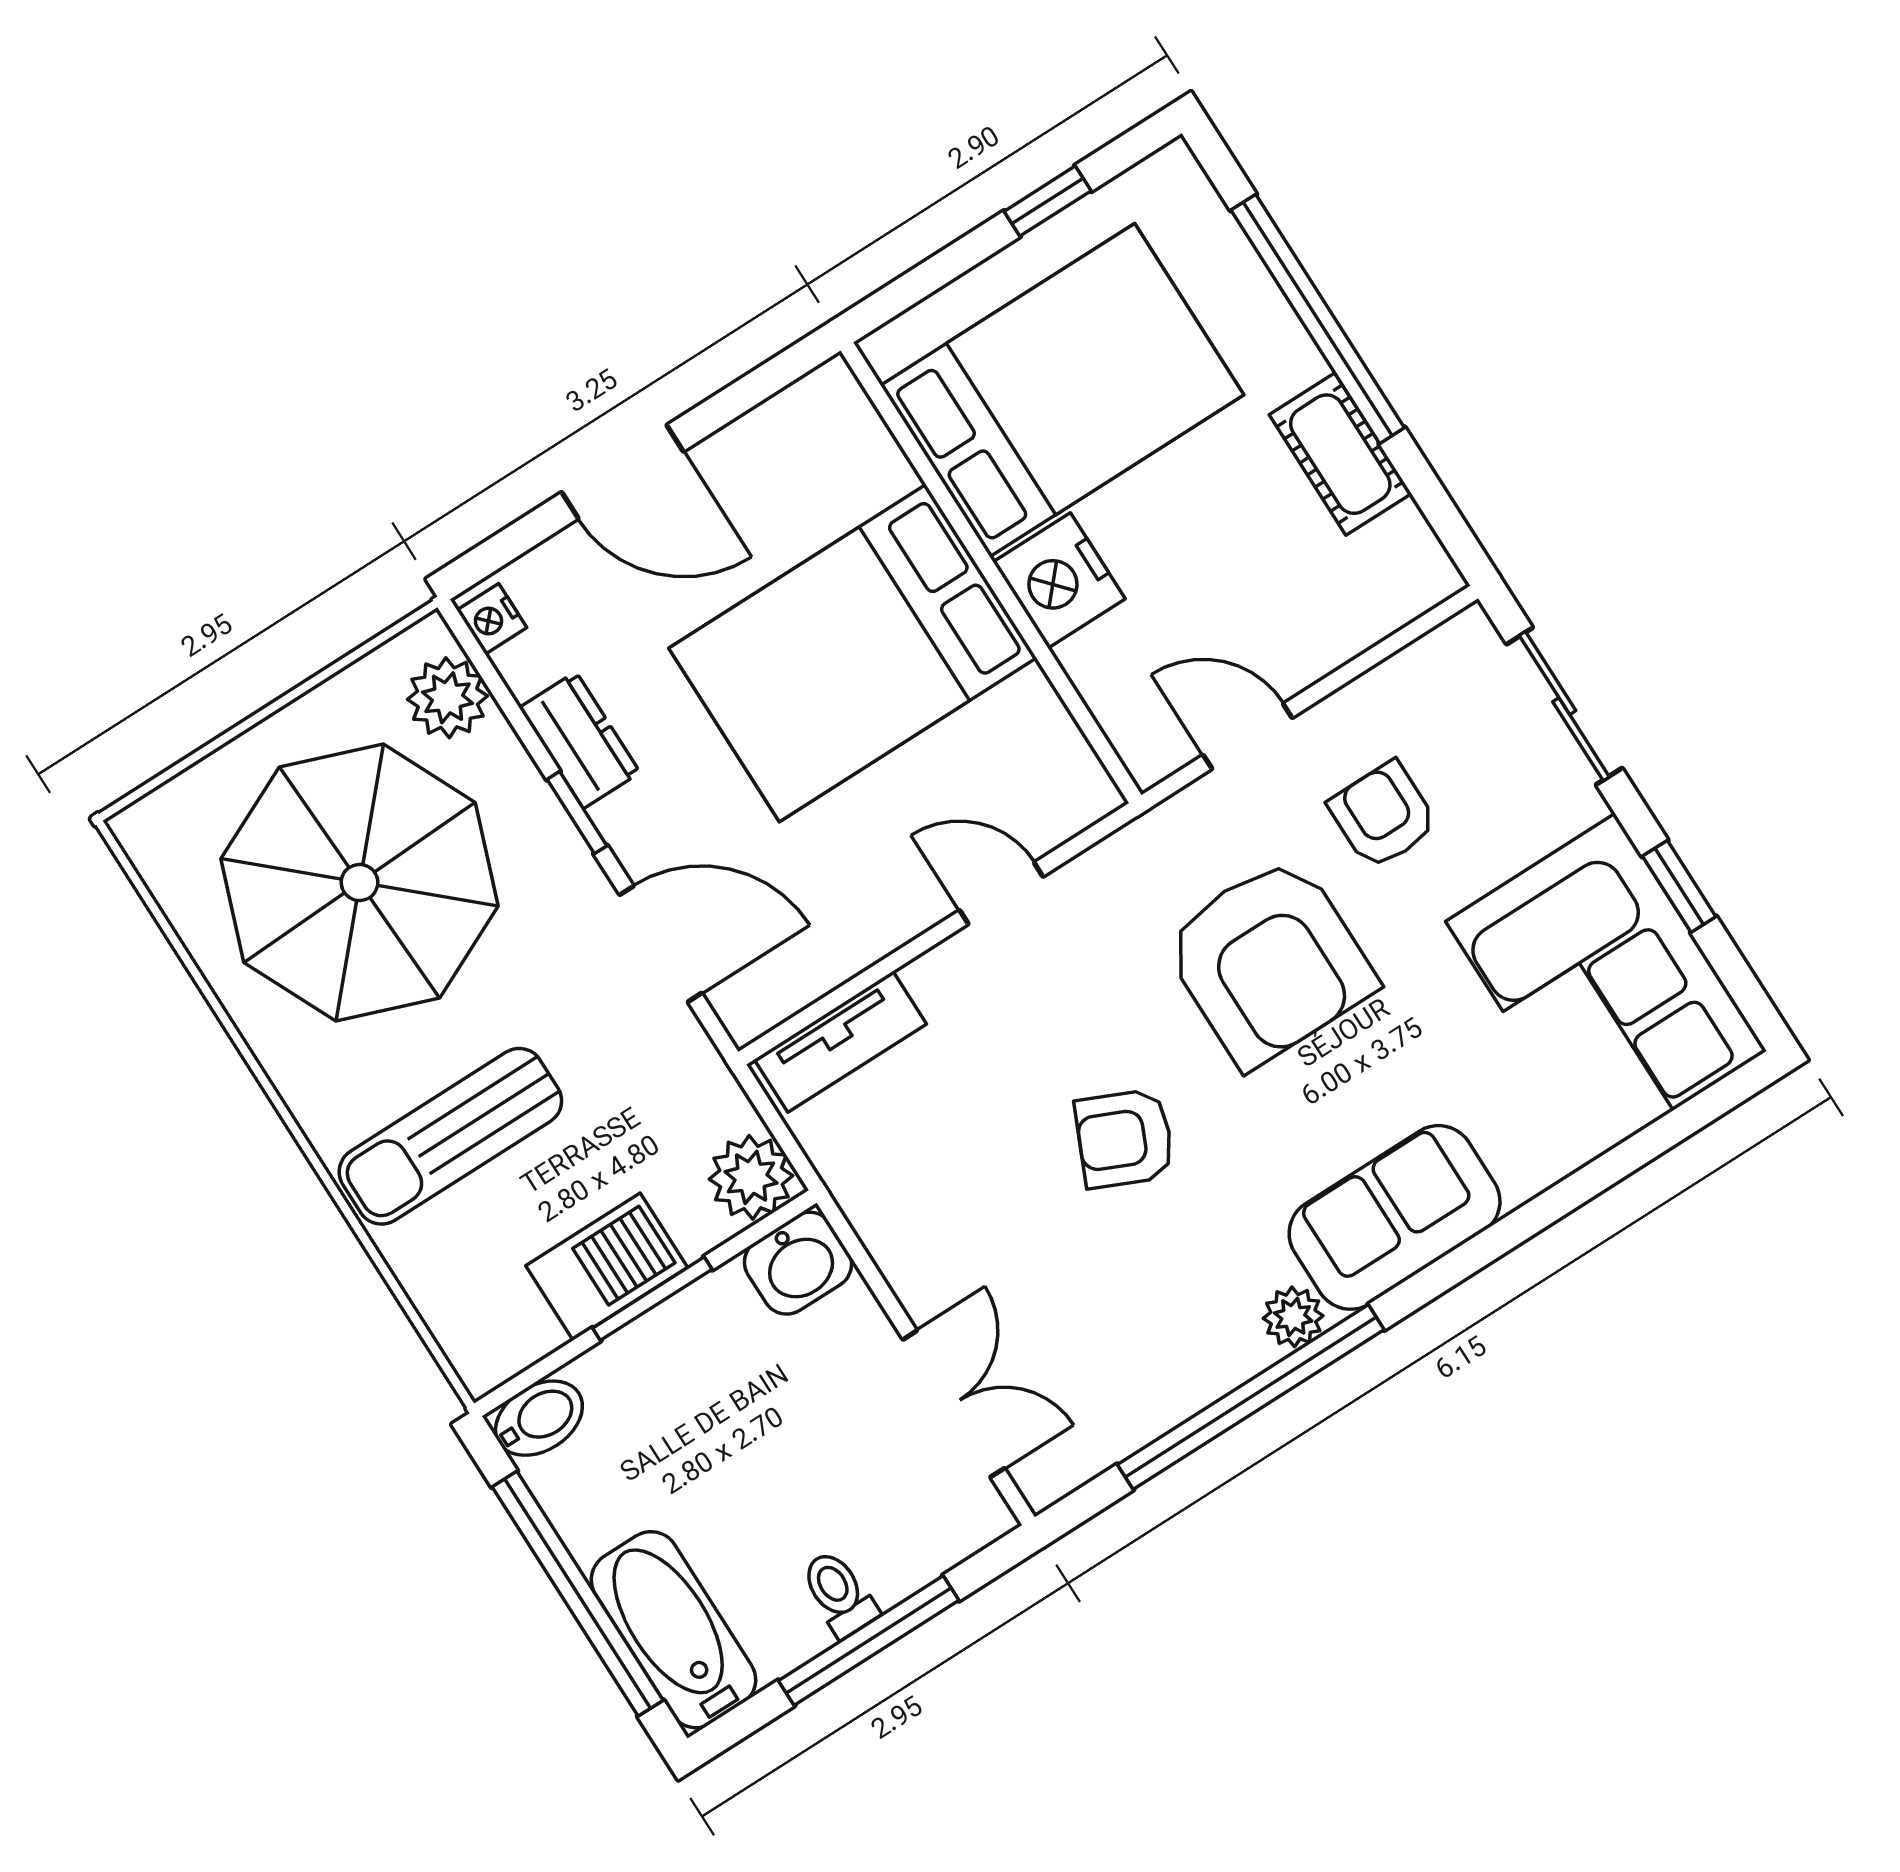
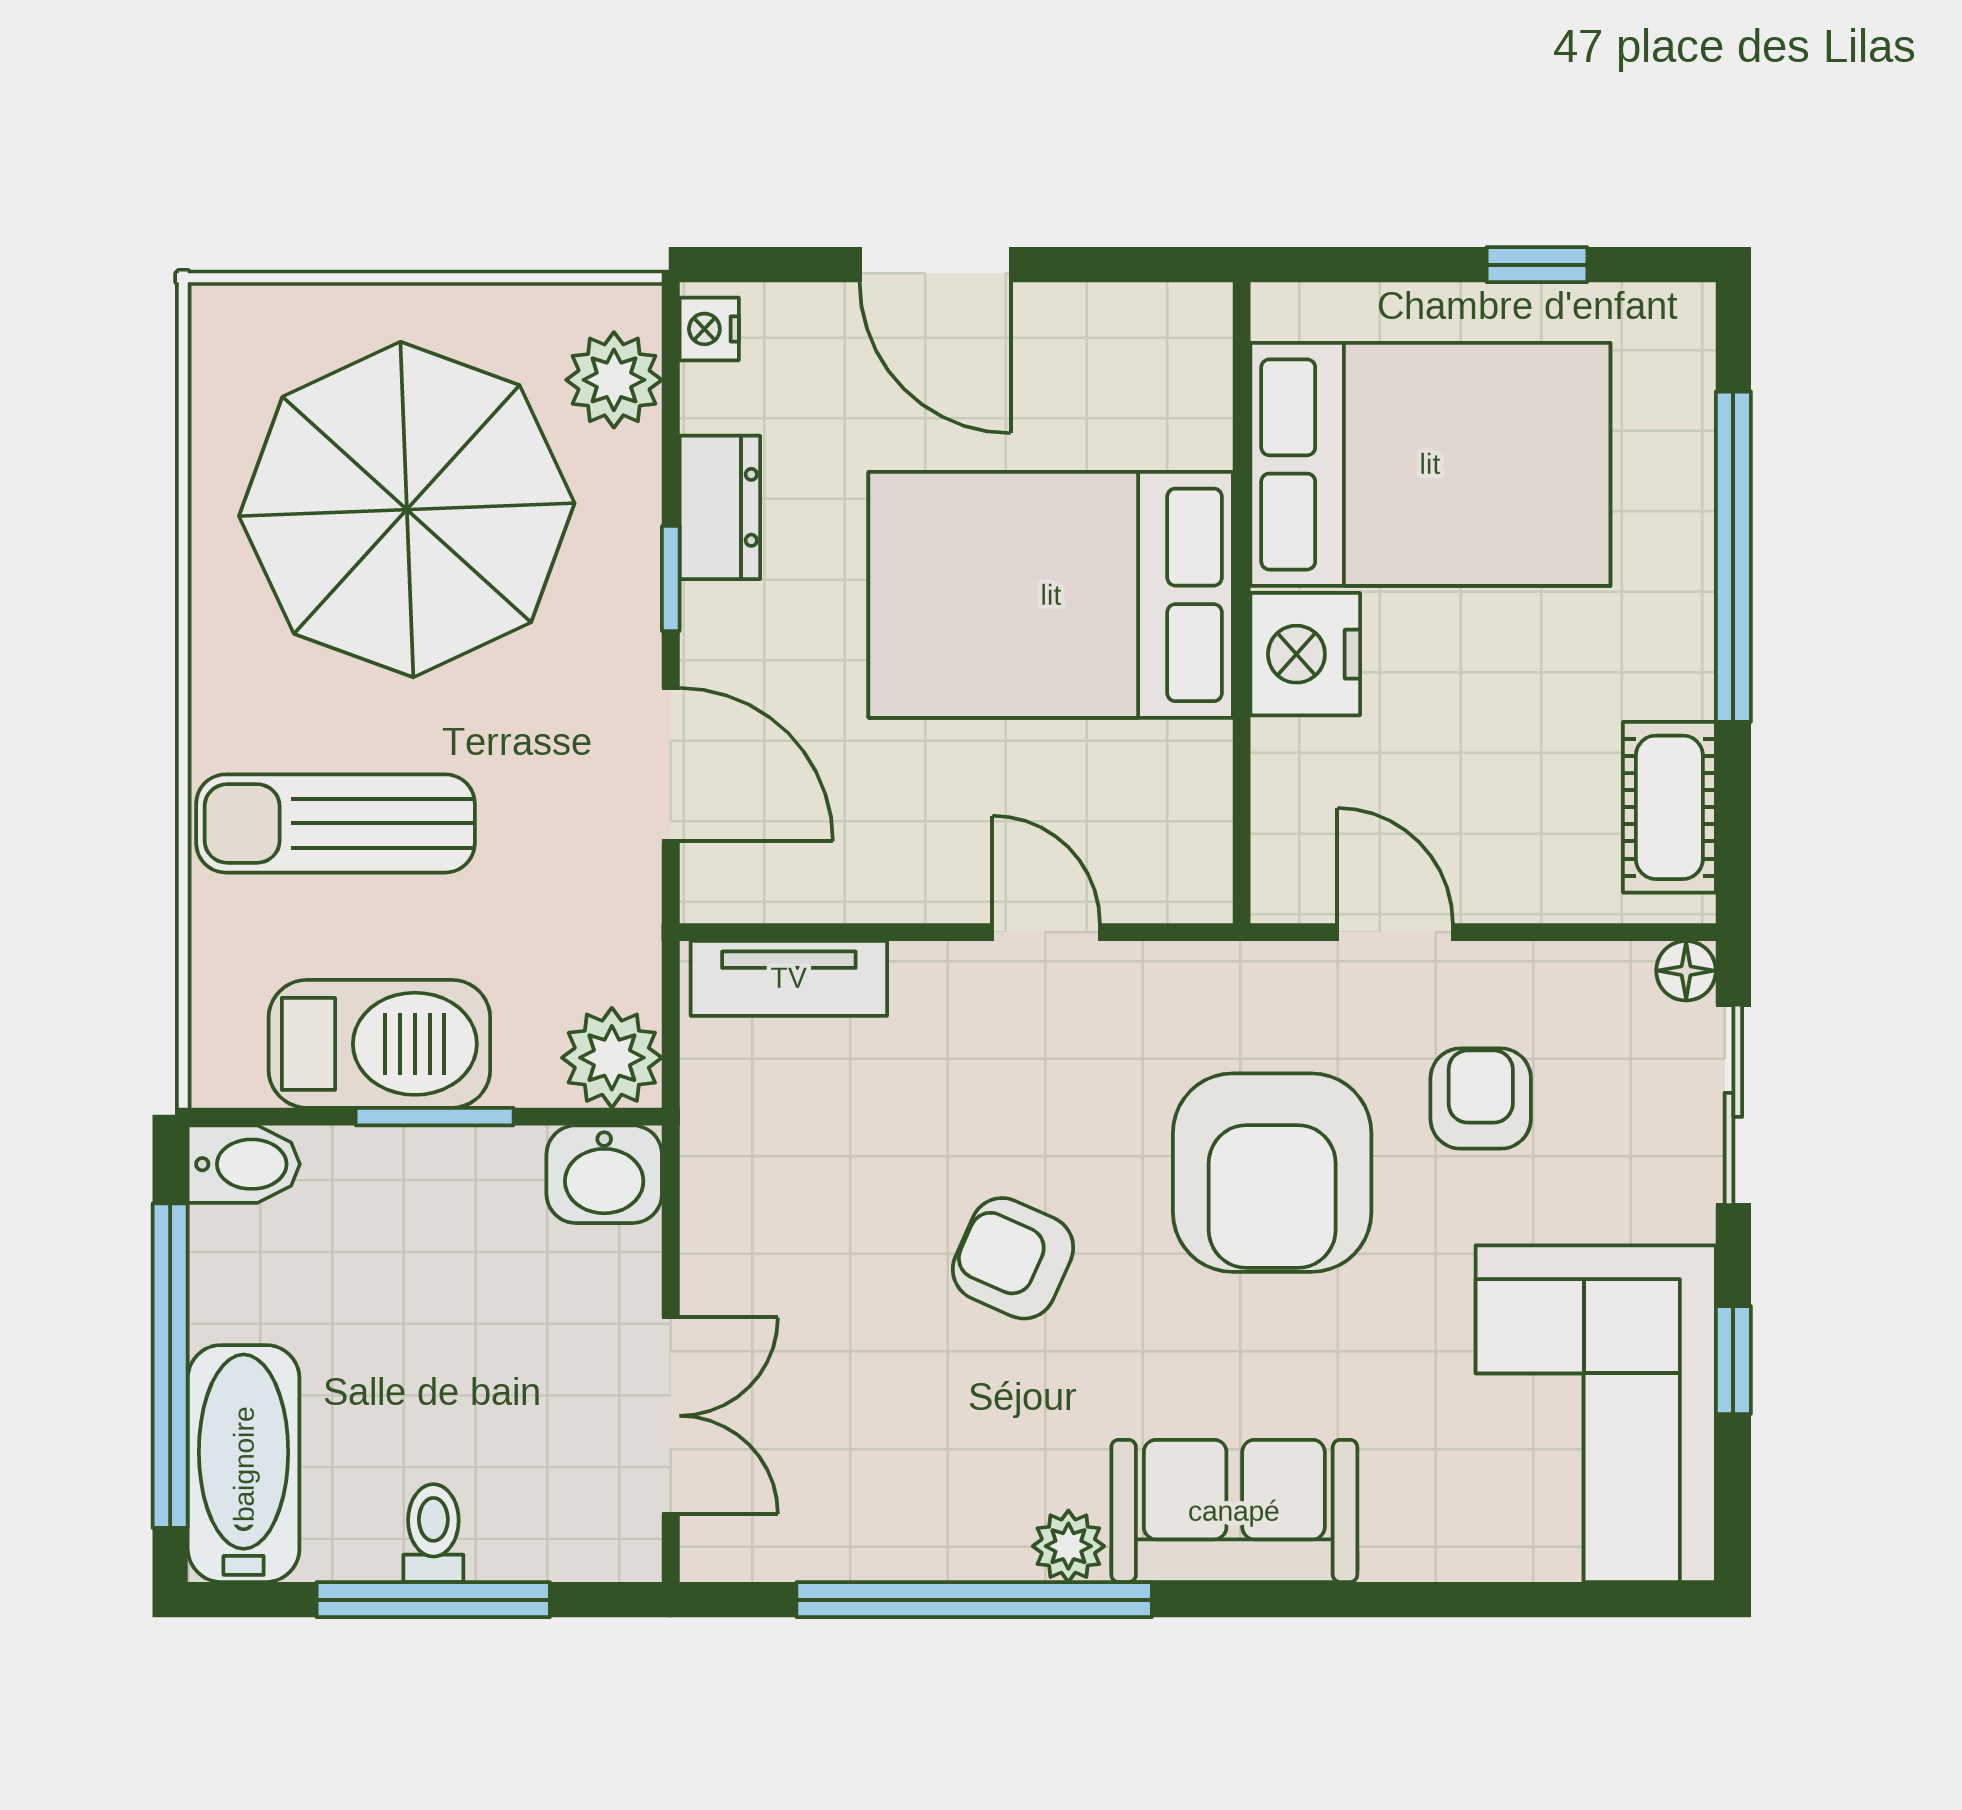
cot: (1340, 454) -> (1669, 807), moved
floor lamp: (1471, 633) -> (1686, 971), added
barbecue: (607, 1267) -> (379, 1044), width x1.37, depth x1.21

